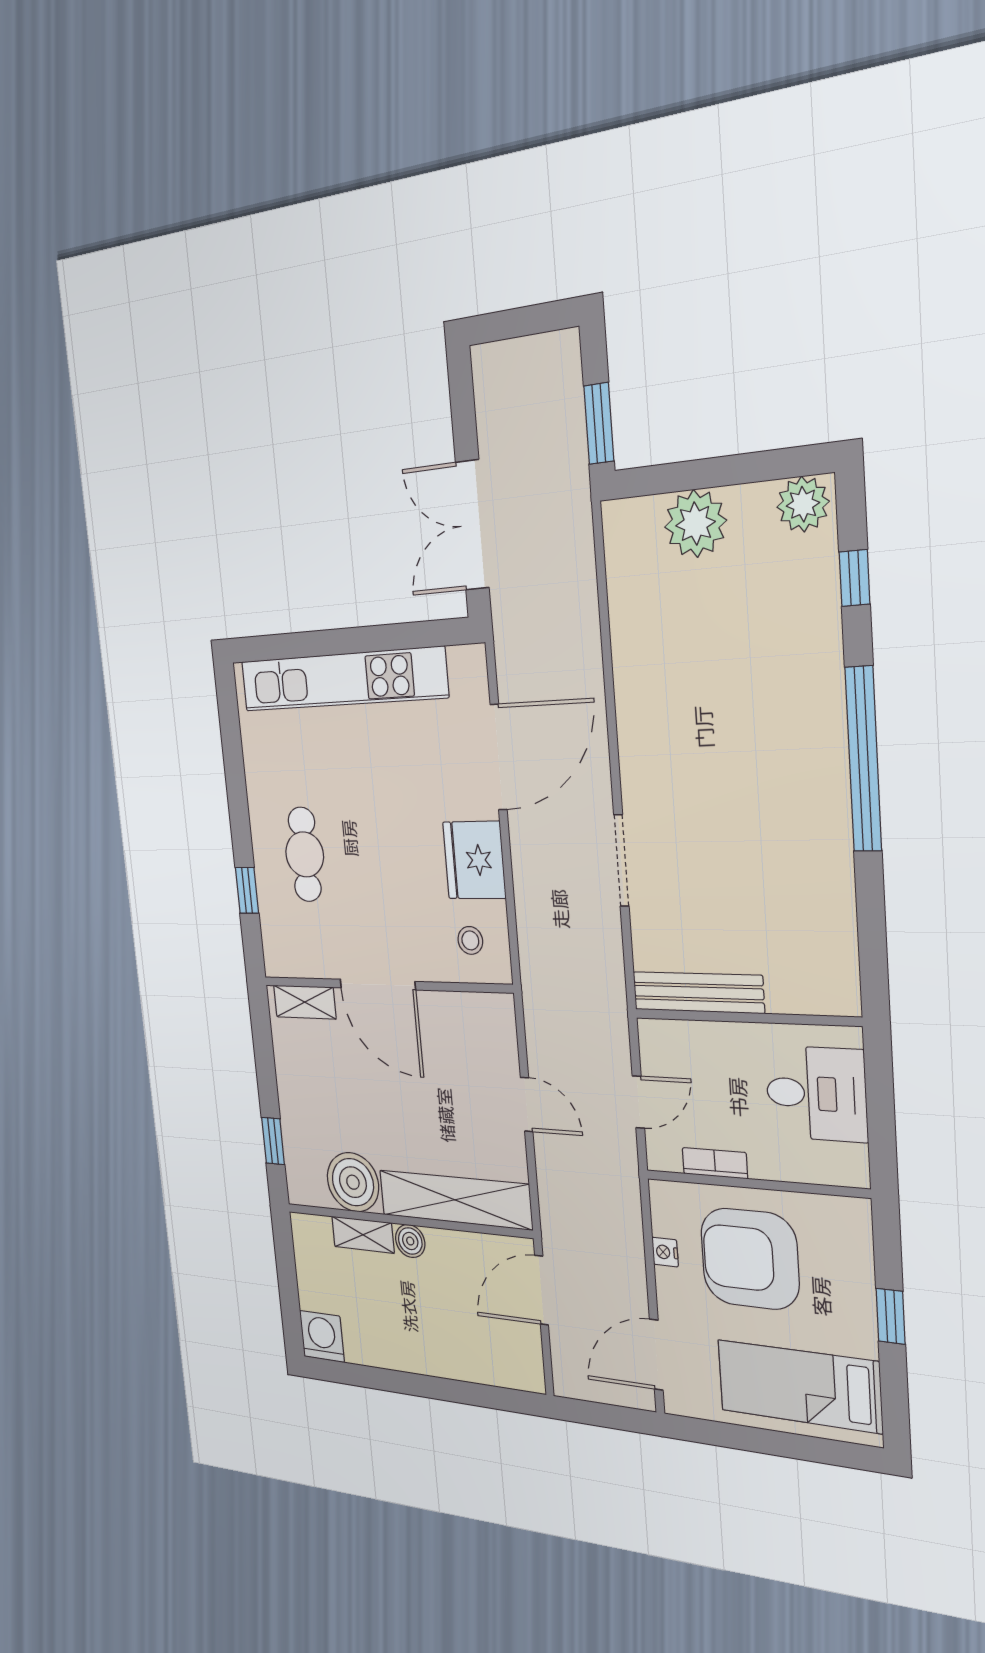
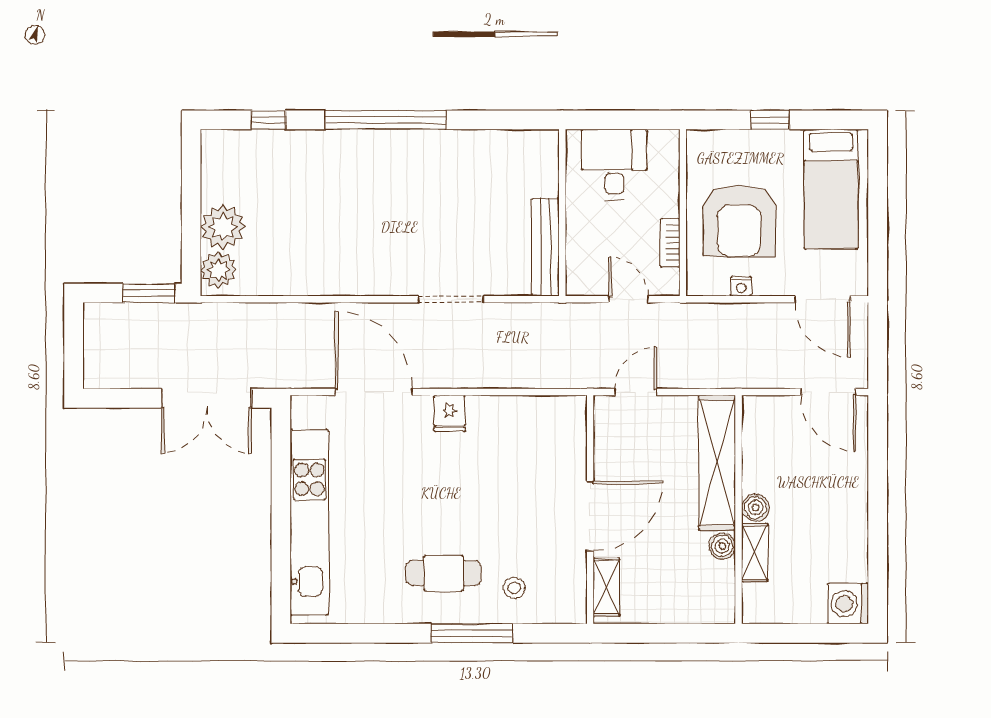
plant: (803, 504) -> (218, 270), moved
fridge: (474, 860) -> (449, 414), width x0.53, depth x0.75
window: (247, 890) -> (472, 633), width x2.17
stool: (470, 940) -> (514, 588), moved
door: (378, 985) -> (590, 516), moved
wall: (384, 985) -> (590, 510), moved
shelving: (305, 1002) -> (606, 587), moved
window: (273, 1141) -> (682, 633), removed
boiler: (353, 1182) -> (722, 546), width x0.54, depth x0.54
door: (542, 1290) -> (828, 392), moved

